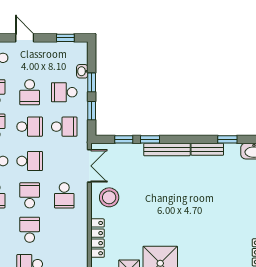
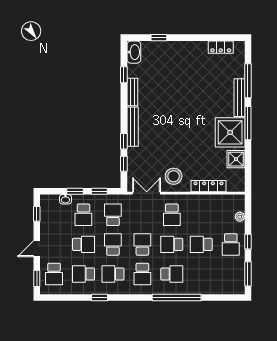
school desk: (64, 195) -> (172, 215), turned 90

